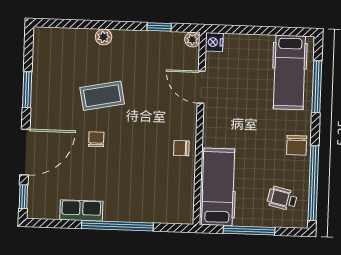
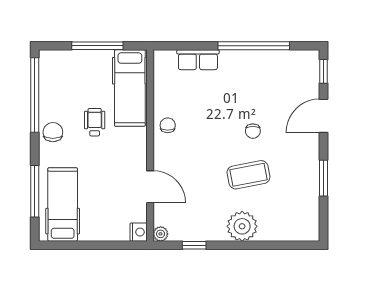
plant: (104, 37) -> (242, 226), width x1.87, depth x1.87
chair: (181, 148) -> (168, 125), turned -90
door: (25, 152) -> (324, 116), width x0.73
wheelchair: (282, 198) -> (95, 122), moved, turned -103
row of seats: (81, 210) -> (198, 60), moved
window: (117, 226) -> (254, 46), moved

